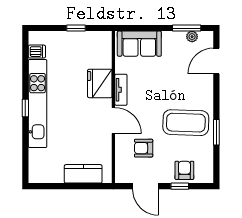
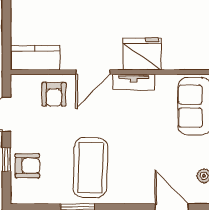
armchair: (144, 148) -> (54, 94), moved, turned 180
kitchen counter: (83, 174) -> (35, 58), moved, turned -90

